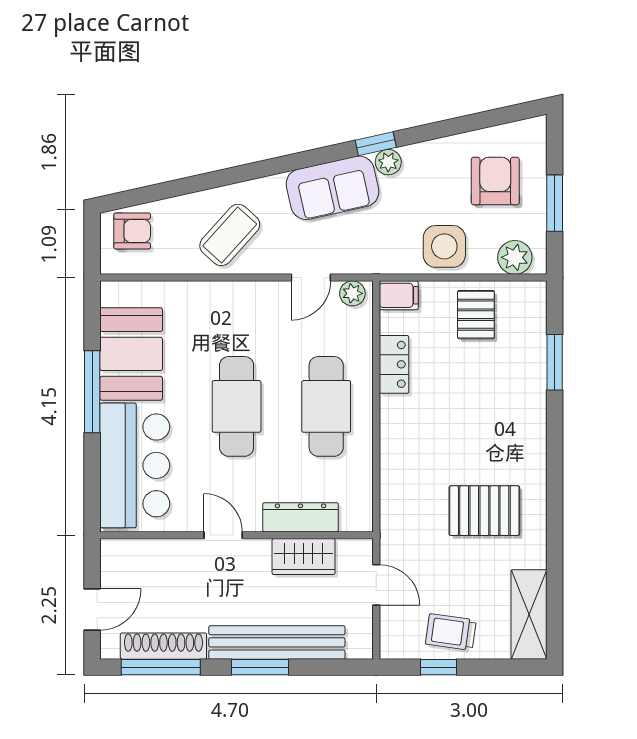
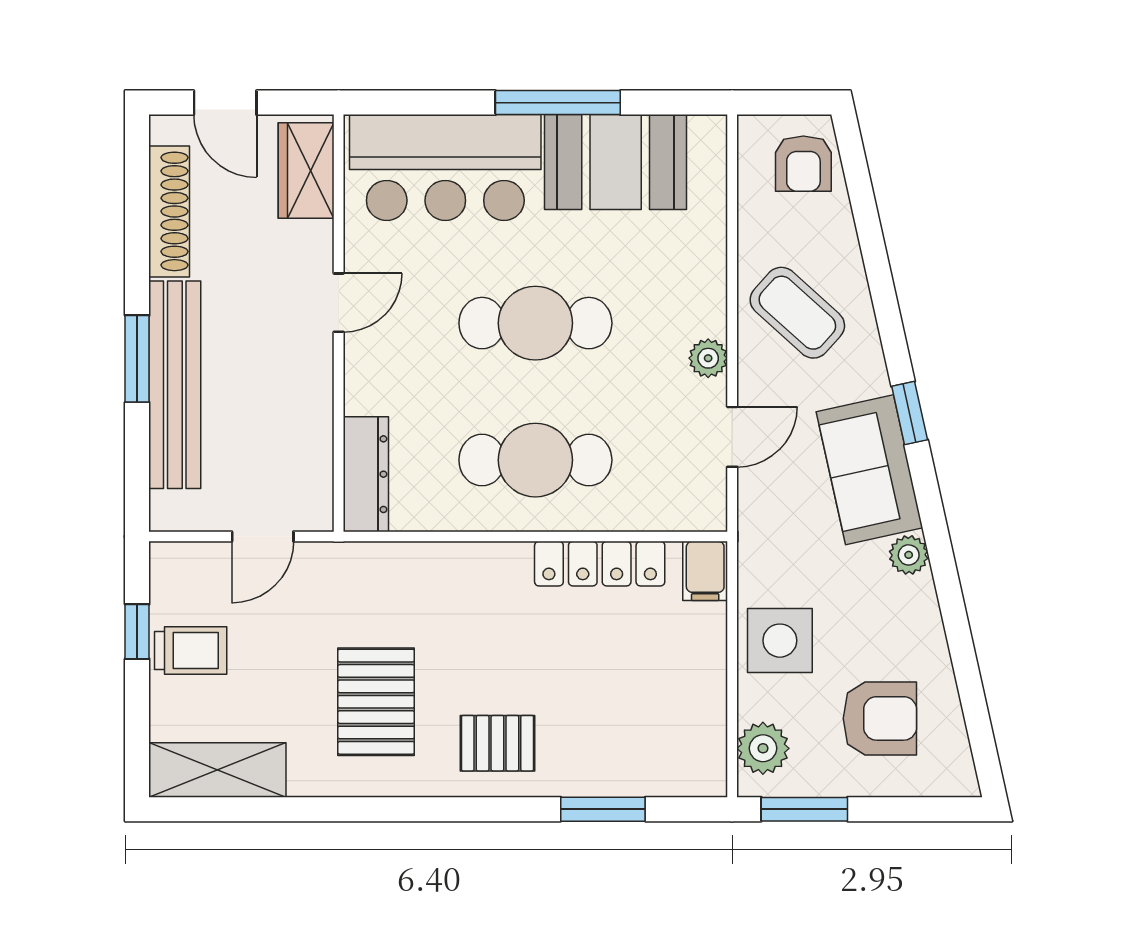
window: (376, 144) -> (910, 413), moved
window: (555, 203) -> (804, 809), moved
door: (311, 278) -> (732, 437), swing flipped
plant: (352, 293) -> (708, 358), moved
pallet: (476, 315) -> (497, 743), moved
locker: (394, 364) -> (600, 564), width x1.53
dresser: (301, 517) -> (366, 474), moved
wardrobe: (303, 556) -> (306, 170), moved
trolley: (451, 632) -> (191, 650), turned 82
window: (161, 667) -> (137, 207), removed

